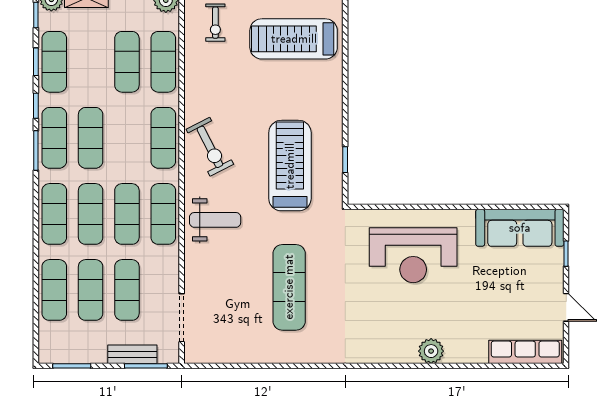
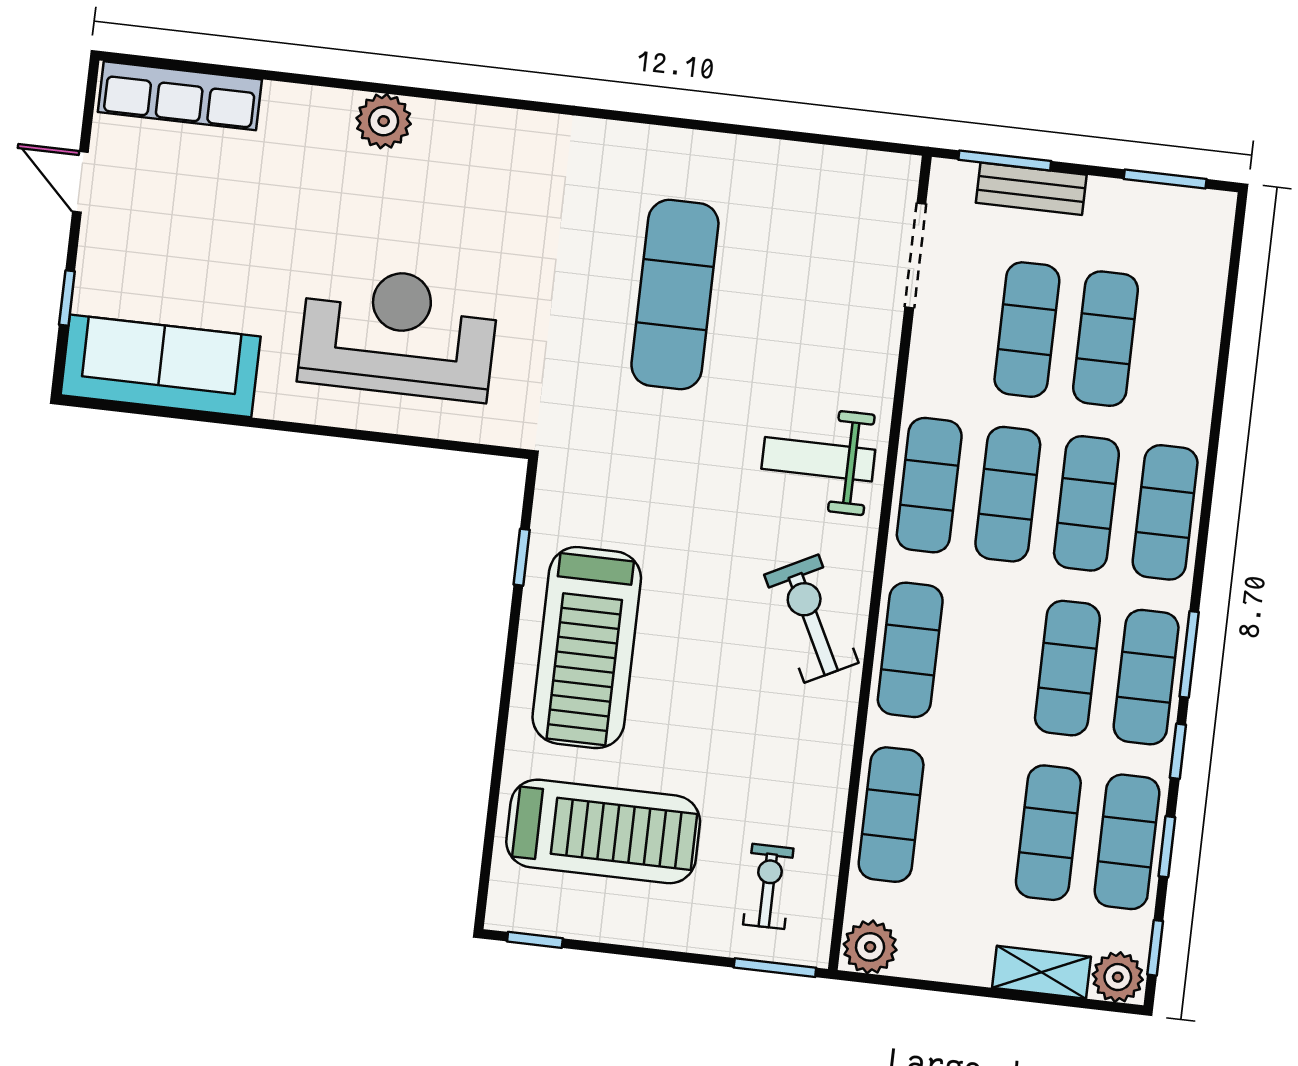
exercise mat: (127, 62) -> (1048, 833), moved
treadmill: (290, 166) -> (587, 648), moved
exercise mat: (54, 290) -> (1184, 348), removed

